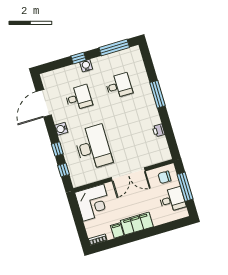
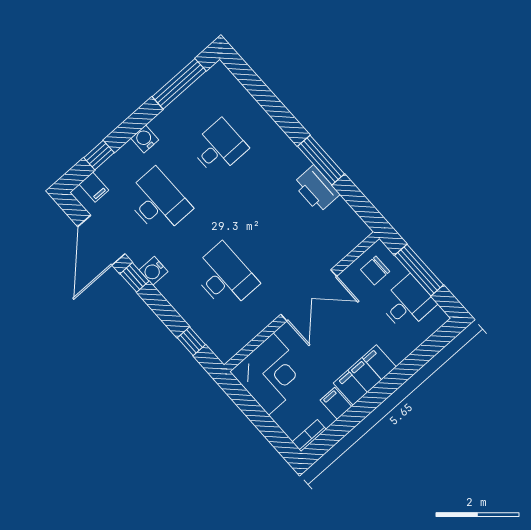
window: (79, 58) -> (99, 155), moved
filing cabinet: (52, 77) -> (94, 187), added
window: (158, 94) -> (321, 160), moved
desk: (78, 98) -> (158, 202), width x1.37
printer: (159, 130) -> (316, 189), width x1.87, depth x1.48
desk: (93, 147) -> (225, 277), width x0.73, depth x0.77
window: (57, 149) -> (134, 277), moved

